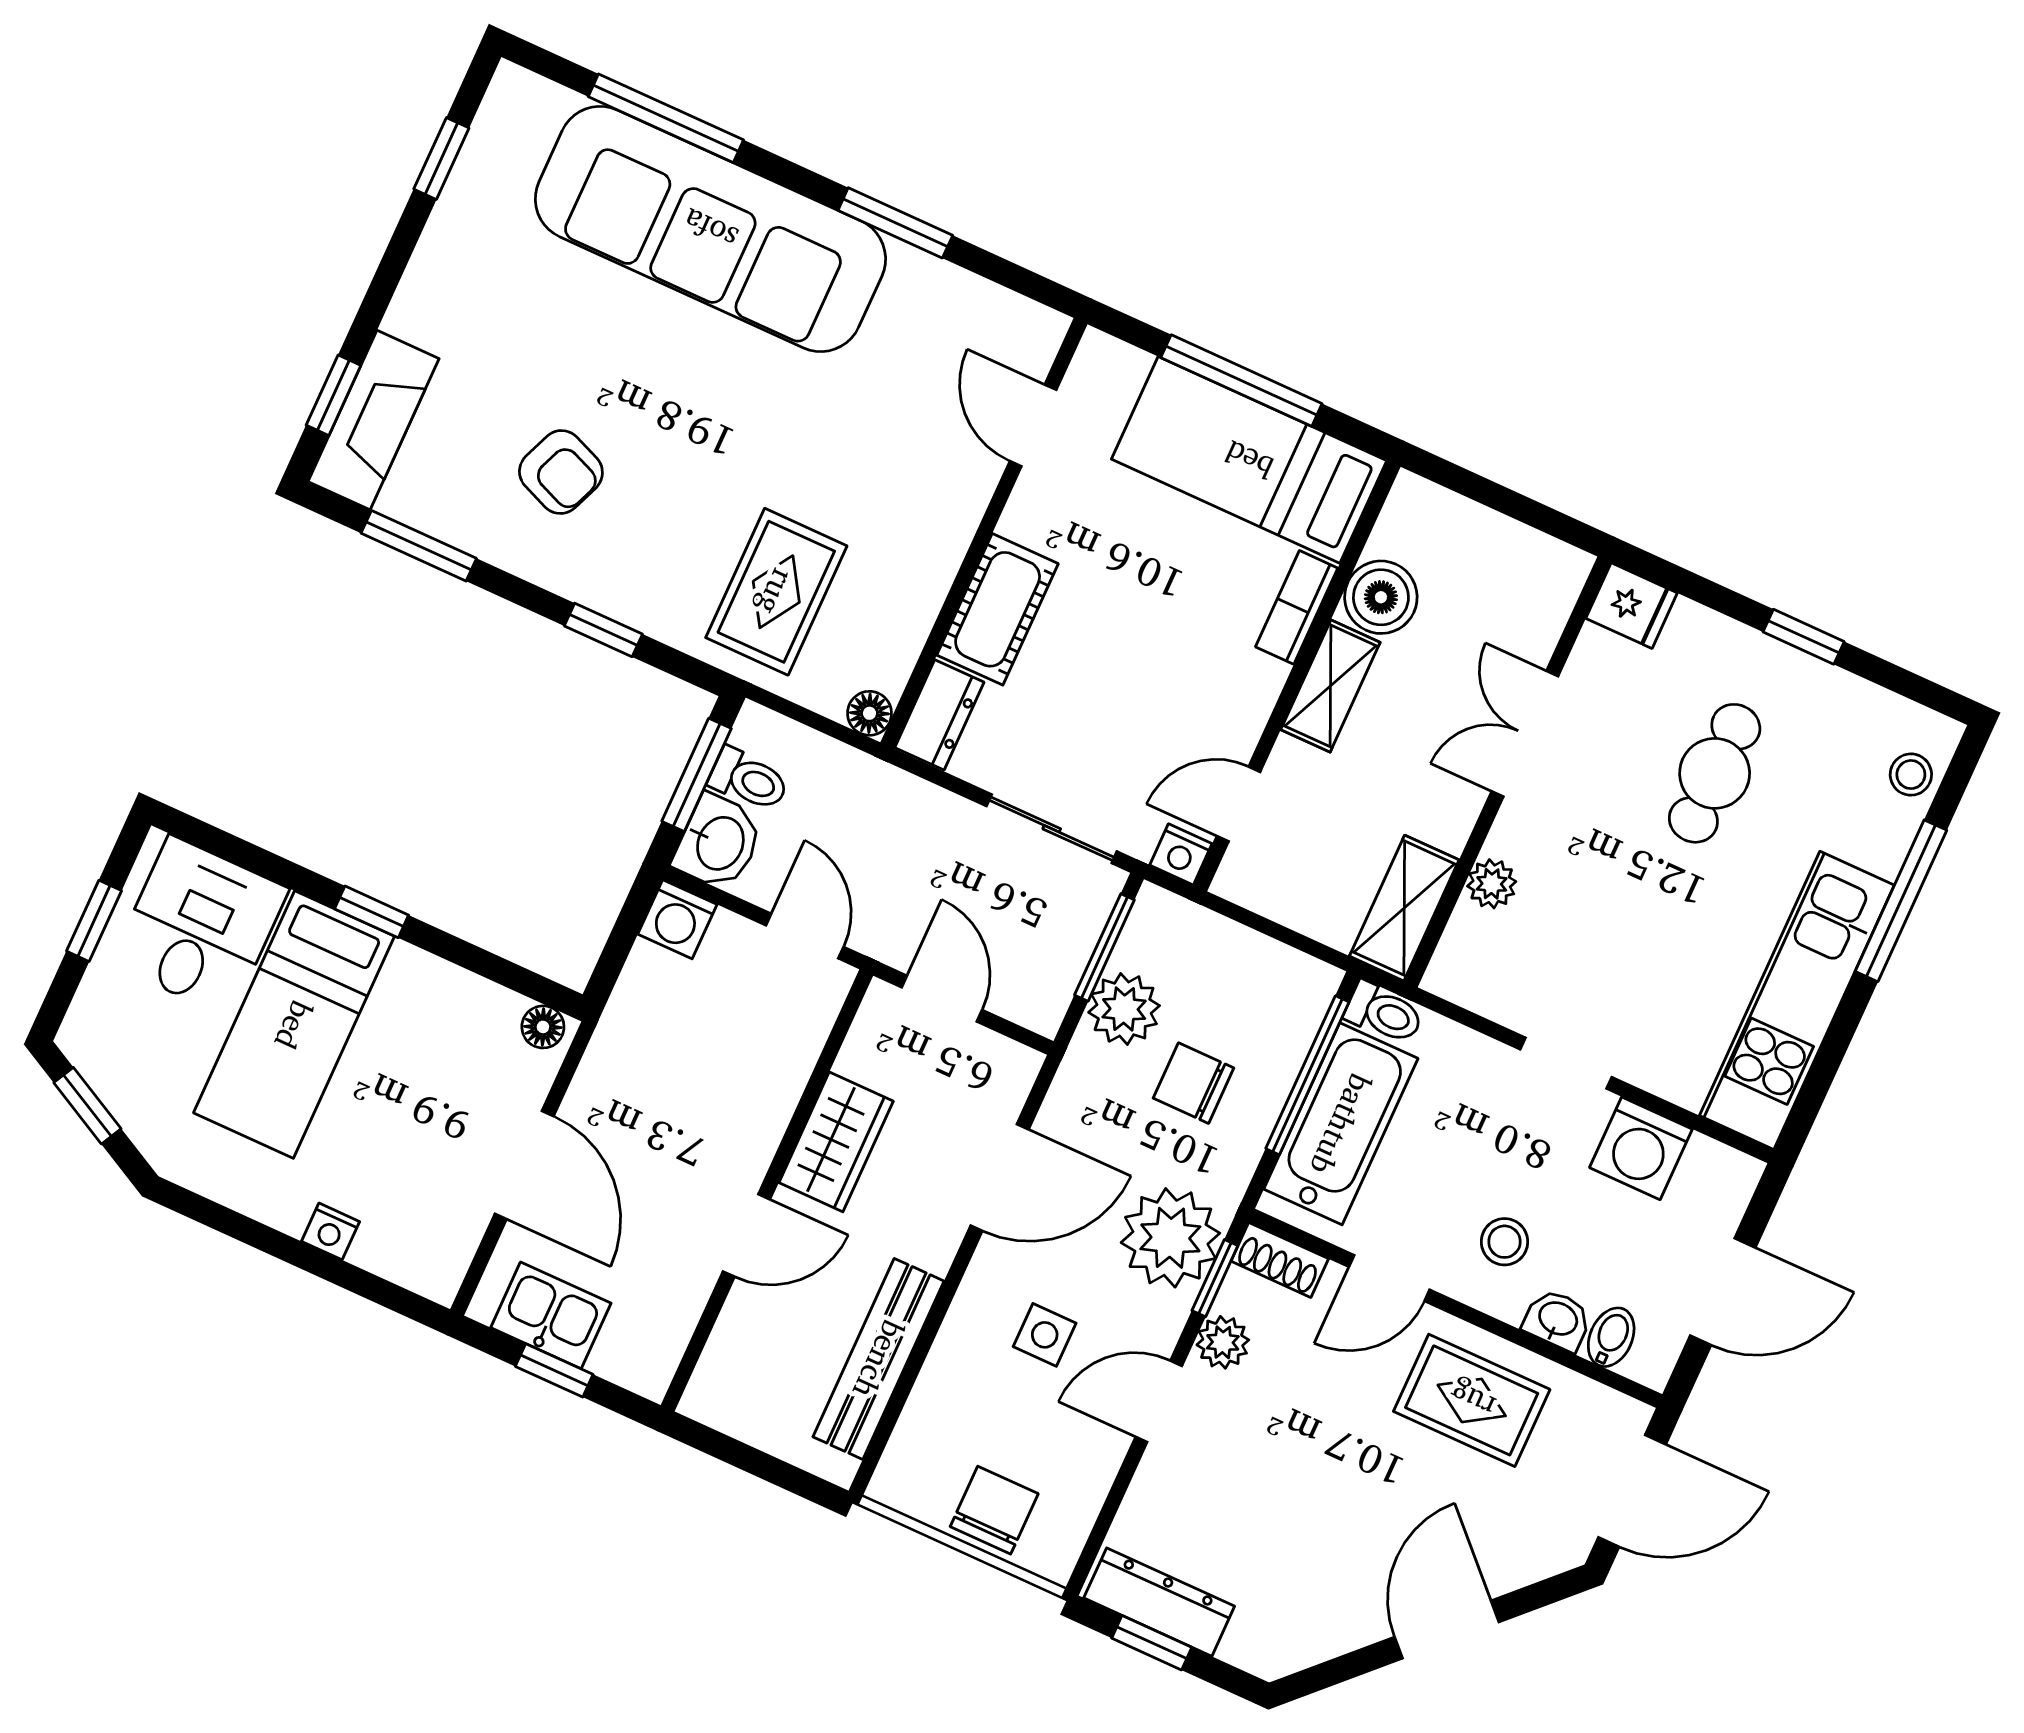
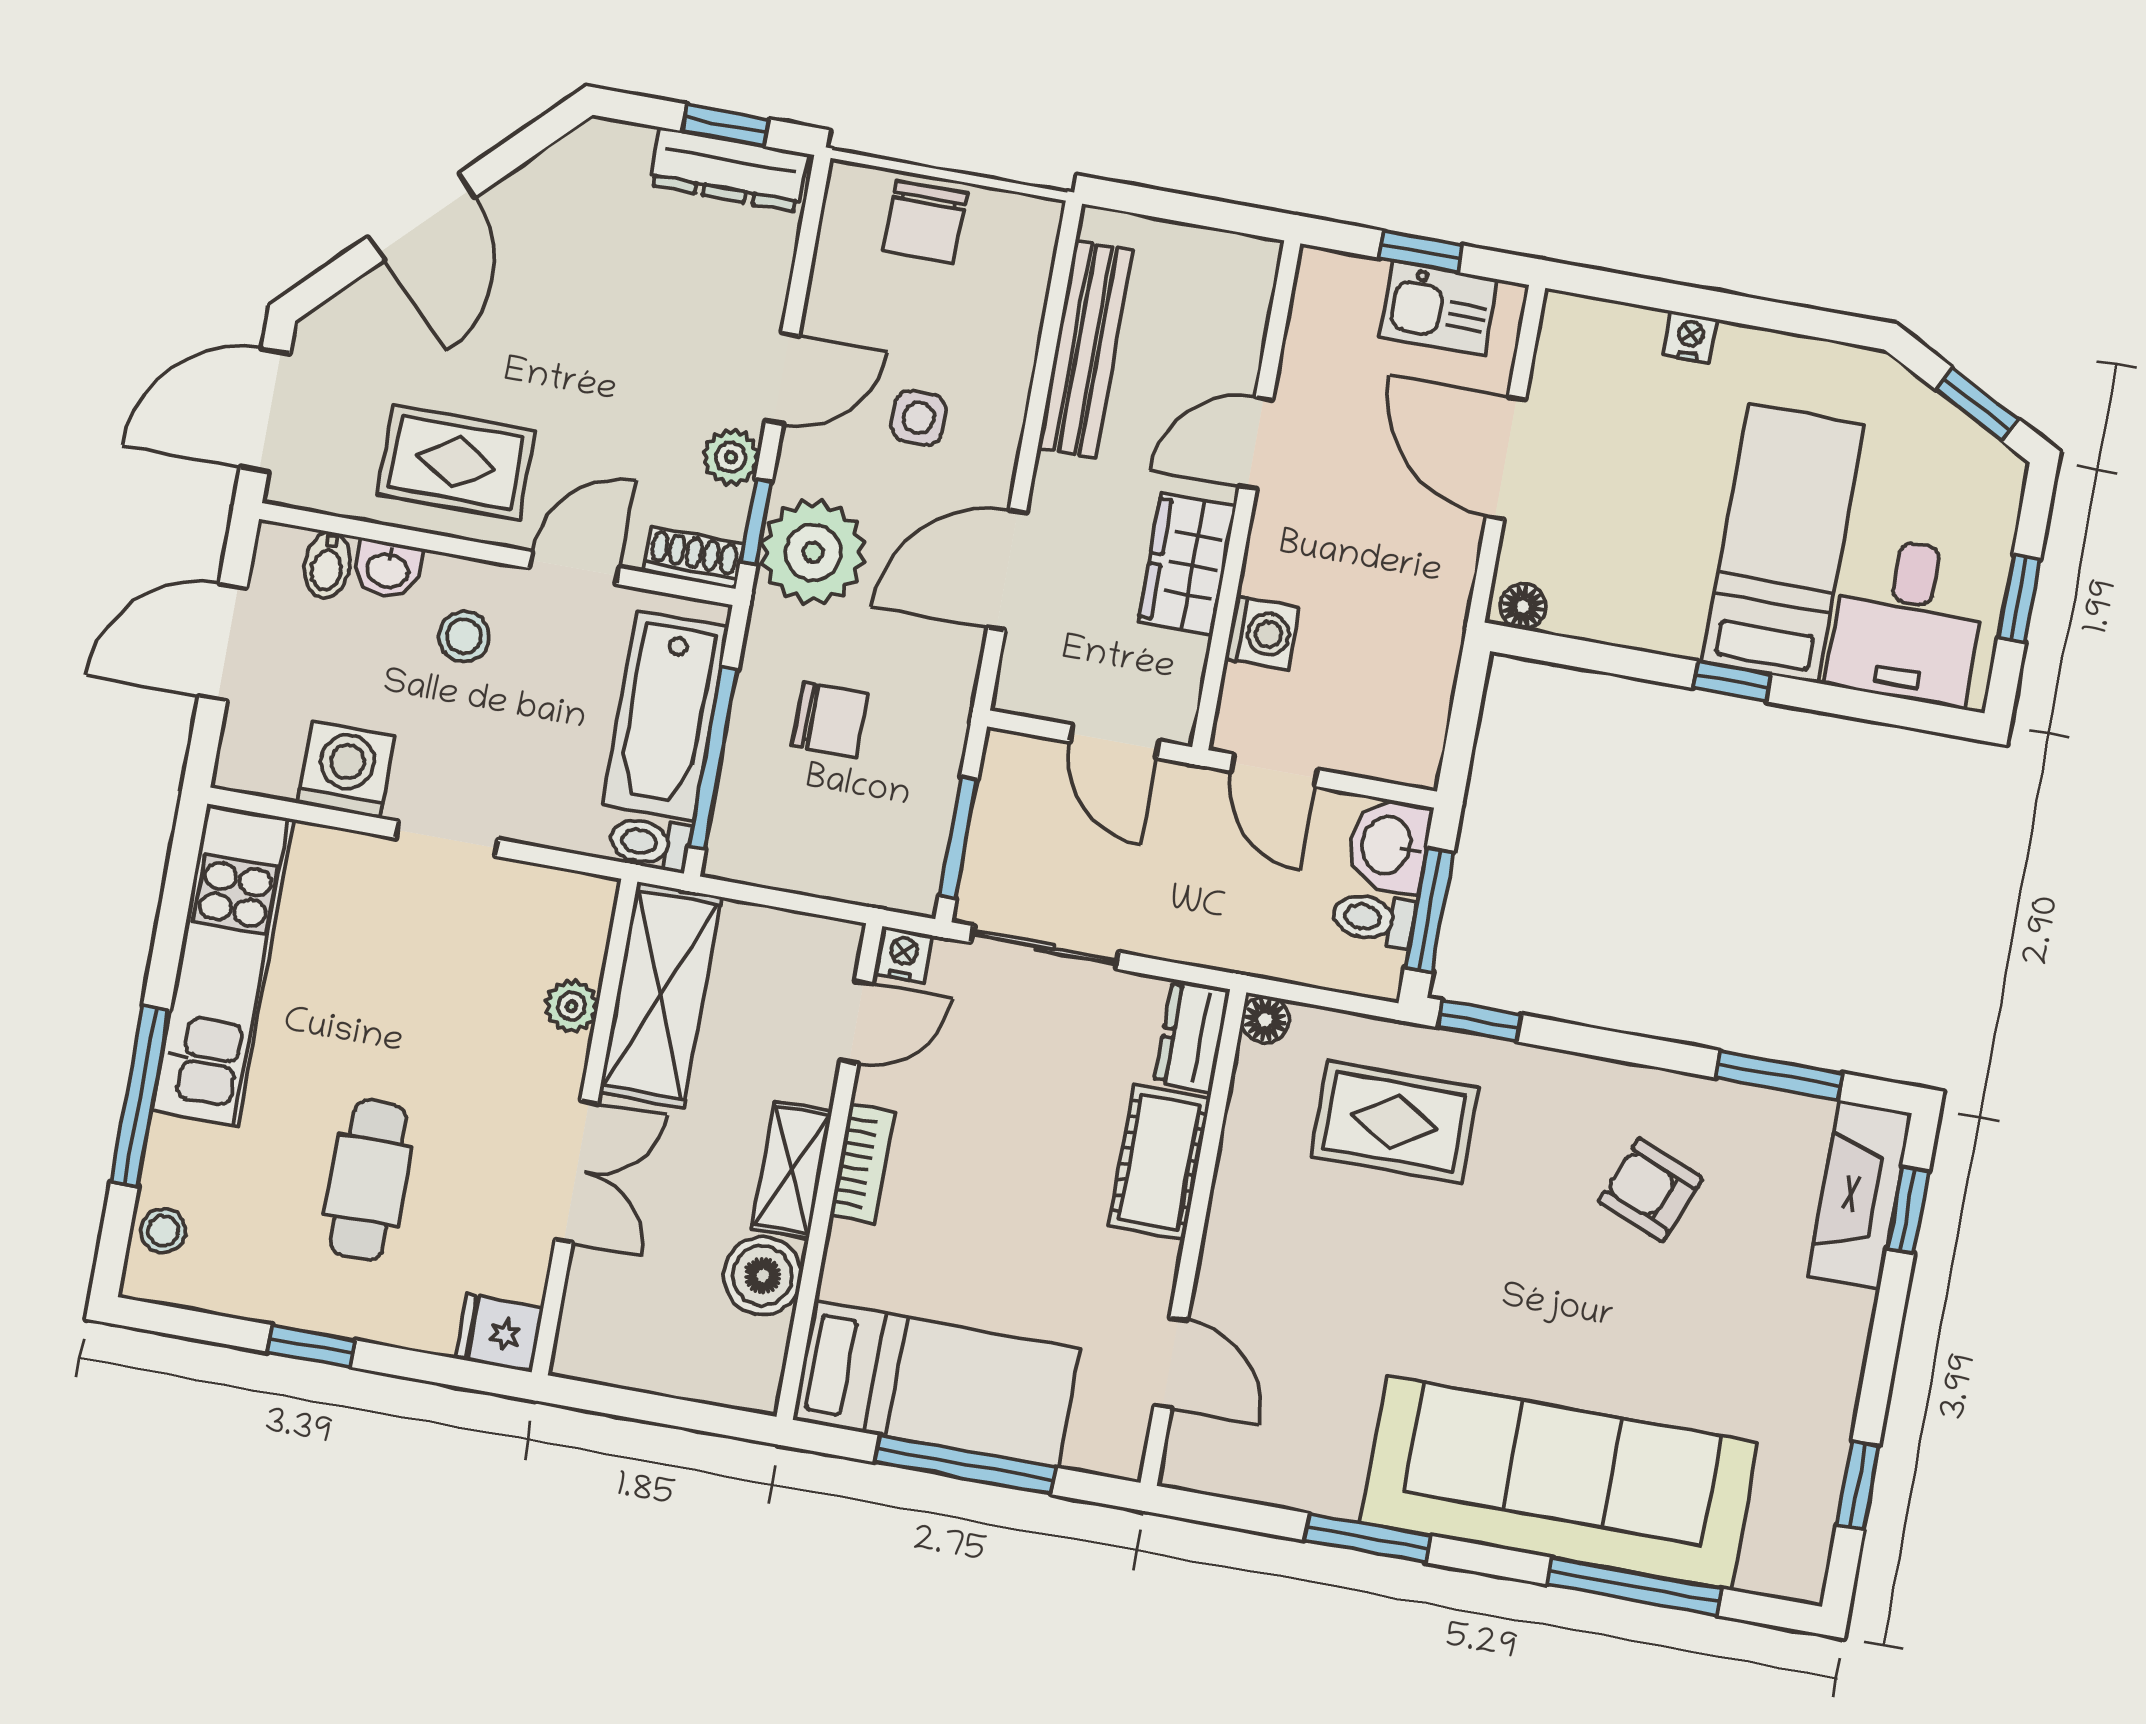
rug: (776, 592) -> (1394, 1122), turned 90
bookcase: (1297, 607) -> (862, 1163), moved
window: (603, 630) -> (1479, 1021), moved
shelving: (1404, 908) -> (660, 995), width x1.50, depth x1.33
washing machine: (677, 919) -> (1262, 633), moved, turned 90
plant: (1124, 1009) -> (922, 779), removed

